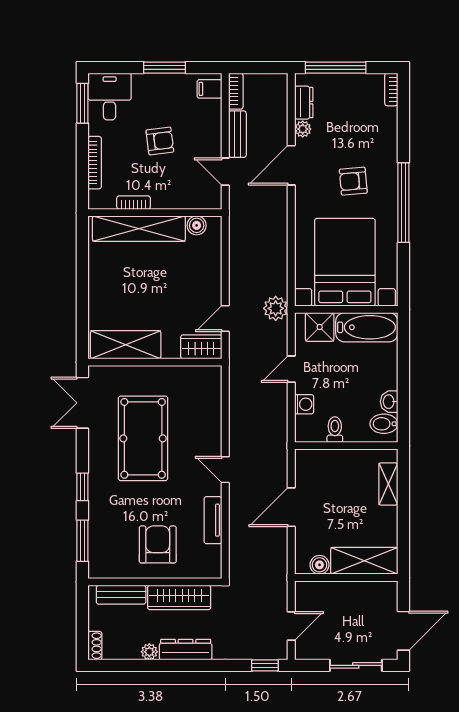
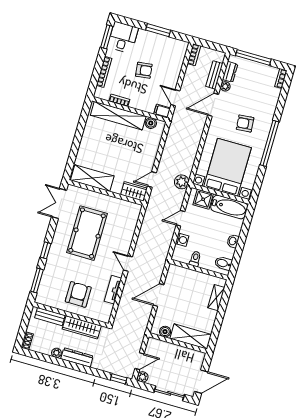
filing cabinet: (210, 89) -> (162, 111), moved
bench: (237, 134) -> (214, 75), moved
washbasin: (389, 402) -> (233, 241), moved
plant: (304, 651) -> (143, 377), added

